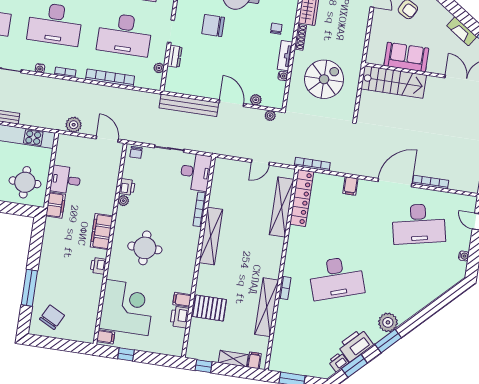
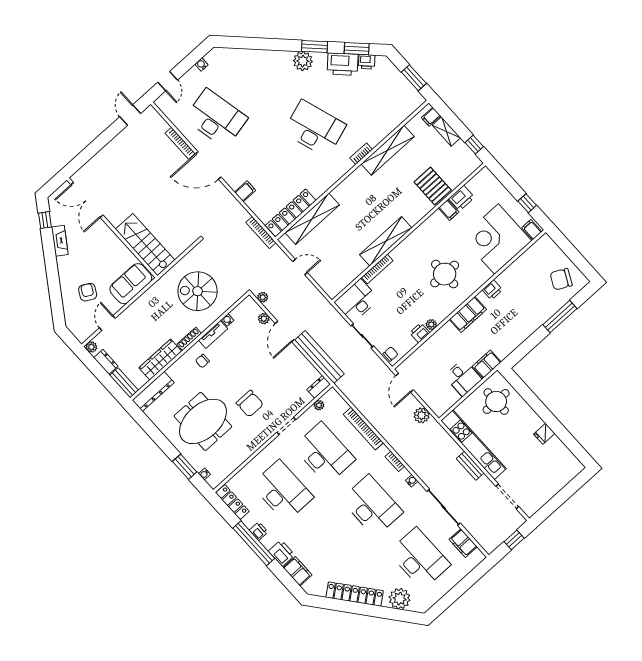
dresser: (175, 56) -> (319, 387), moved
sofa: (406, 57) -> (131, 284), moved, turned 90

